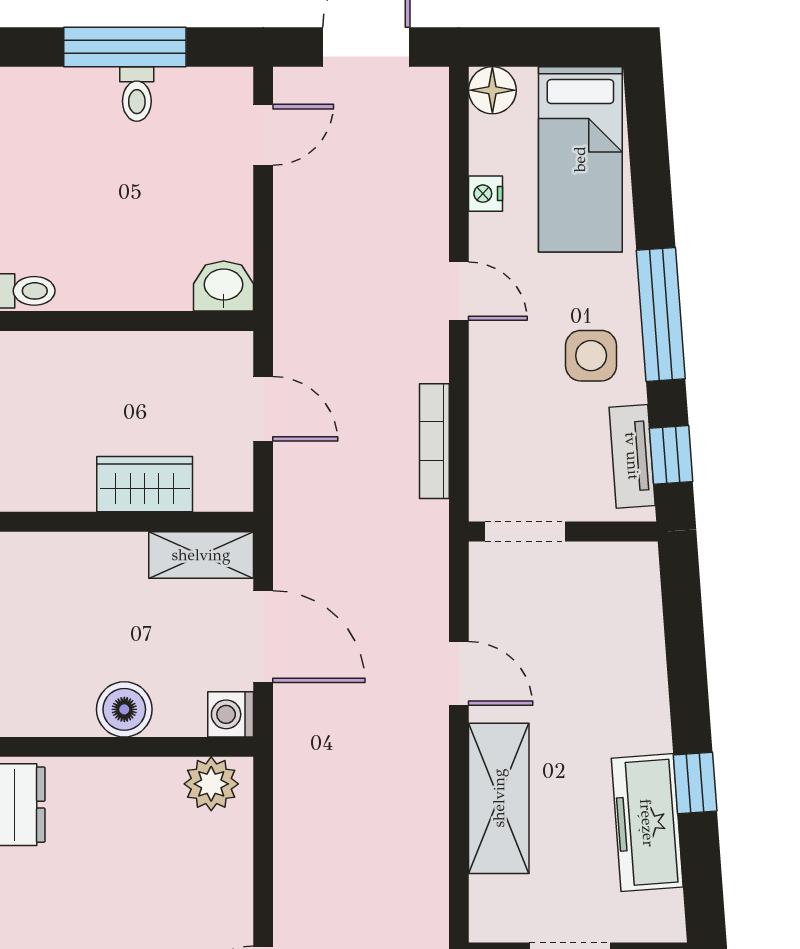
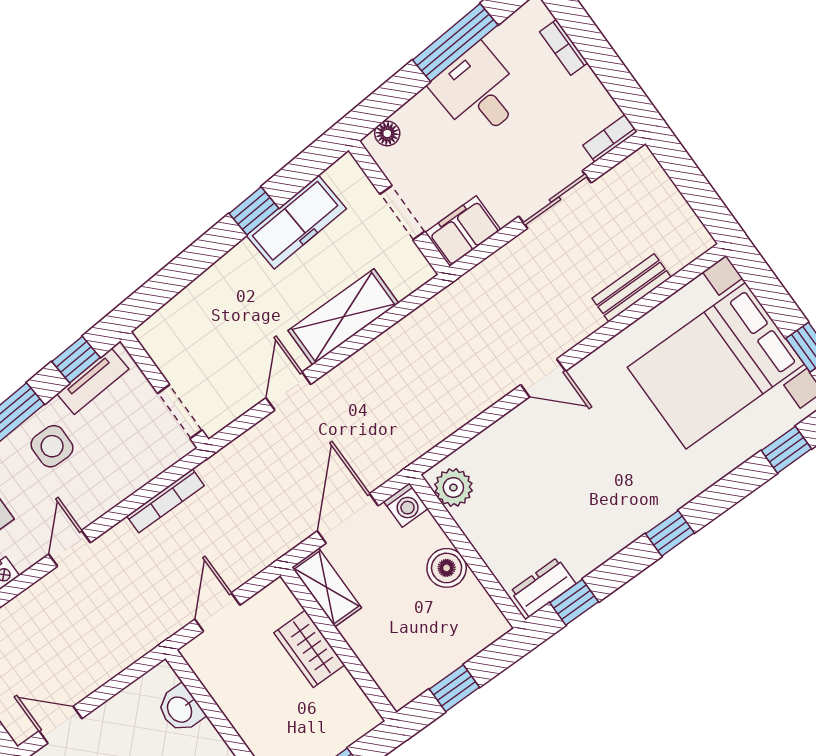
washbasin: (224, 286) -> (180, 709), moved

